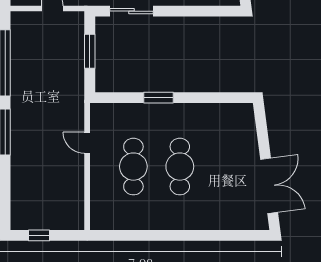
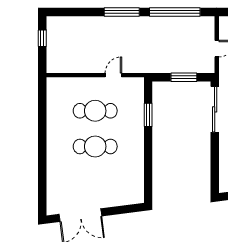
sliding door: (131, 11) -> (215, 109), width x1.37
window: (158, 98) -> (148, 115), moved

